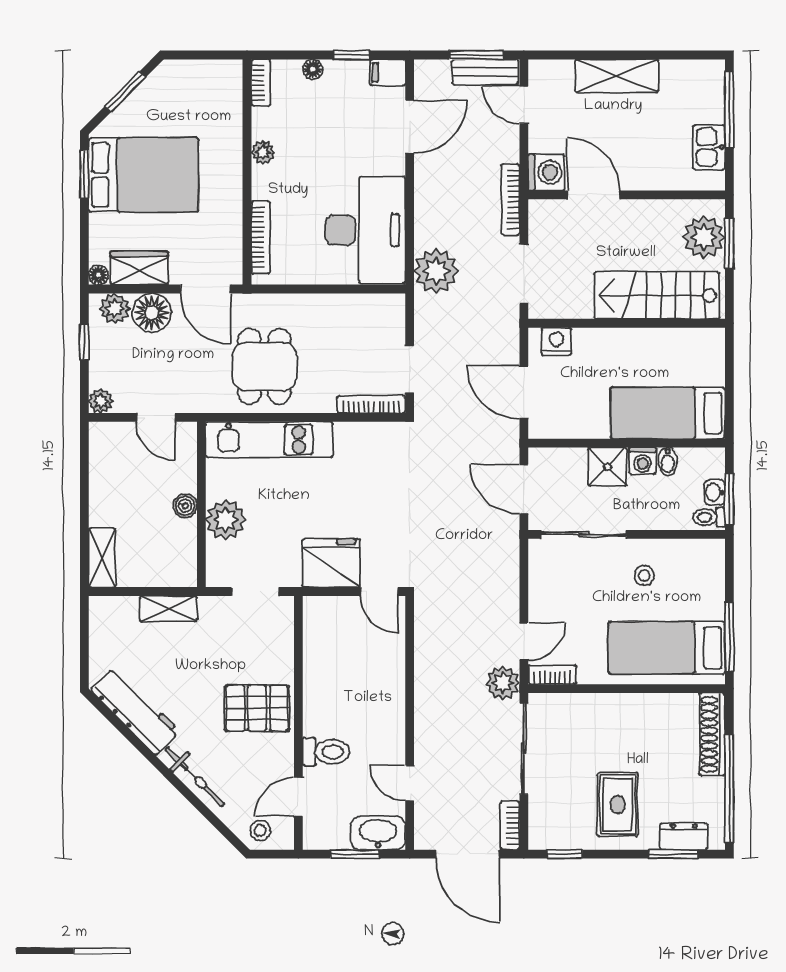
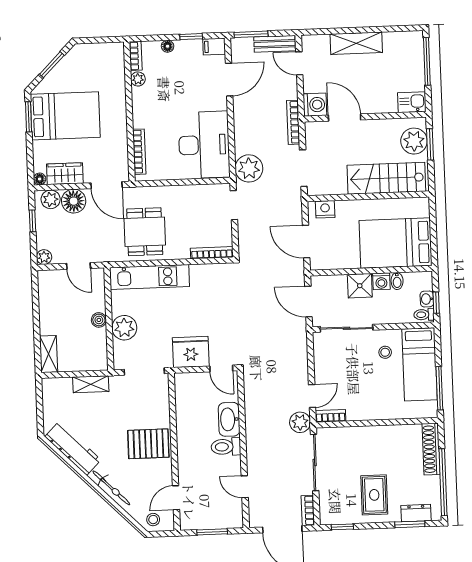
window: (476, 55) -> (251, 34), moved
kitchen sink: (709, 147) -> (412, 102), moved, turned 90
plant: (263, 152) -> (138, 79), moved
doorway: (410, 369) -> (234, 205), moved
bed: (668, 413) -> (396, 243), width x1.50
window: (729, 499) -> (436, 303), width x0.67
doorway: (255, 592) -> (144, 371), width x1.38
bed: (667, 648) -> (420, 364), moved, turned -90
toilet: (326, 752) -> (226, 447), moved, turned 180
washbasin: (378, 833) -> (229, 419), moved, turned -90

